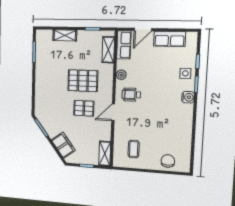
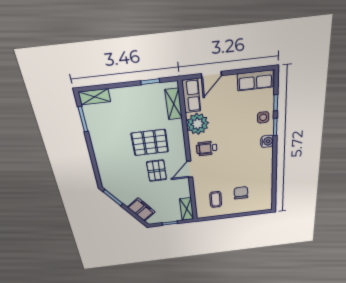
shelving: (65, 35) -> (94, 97), moved
row of seats: (169, 39) -> (255, 80), moved
plant: (121, 75) -> (198, 124), width x1.87, depth x1.87
pallet: (84, 108) -> (157, 171), turned 90
chair: (168, 161) -> (241, 193), moved

